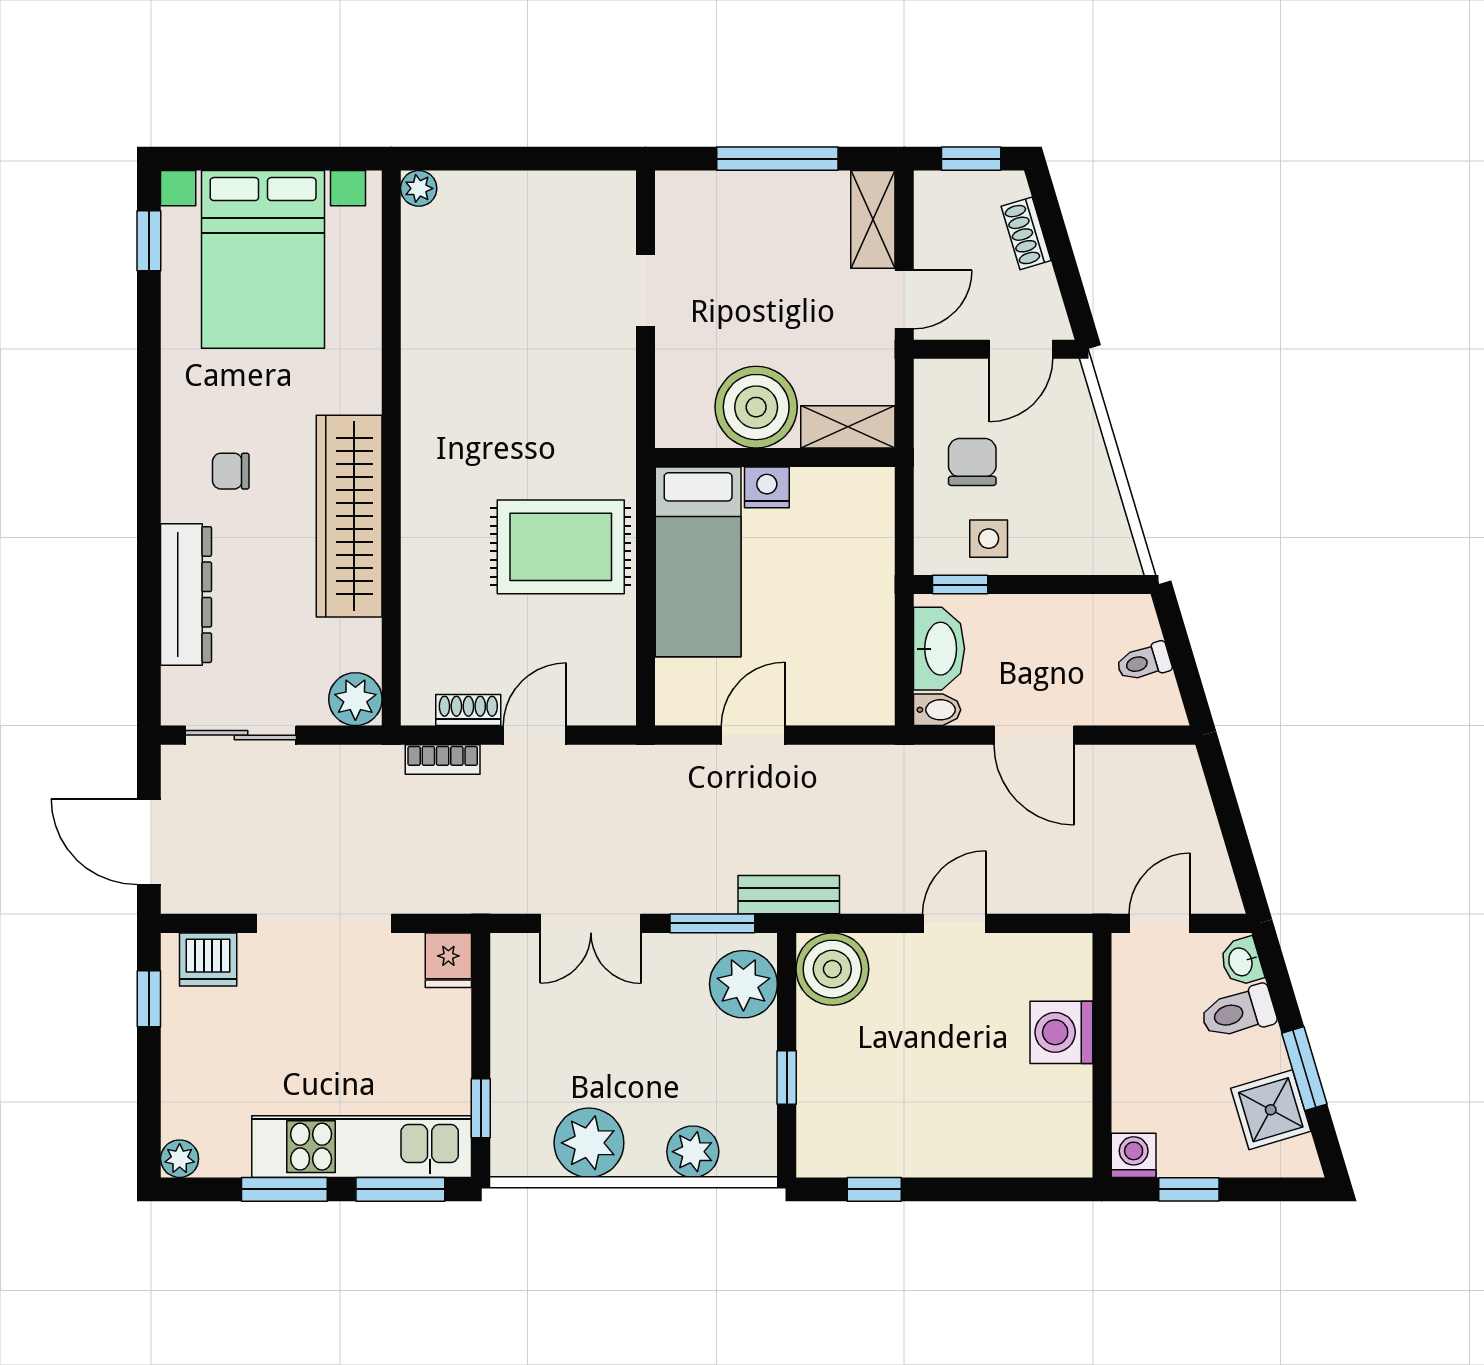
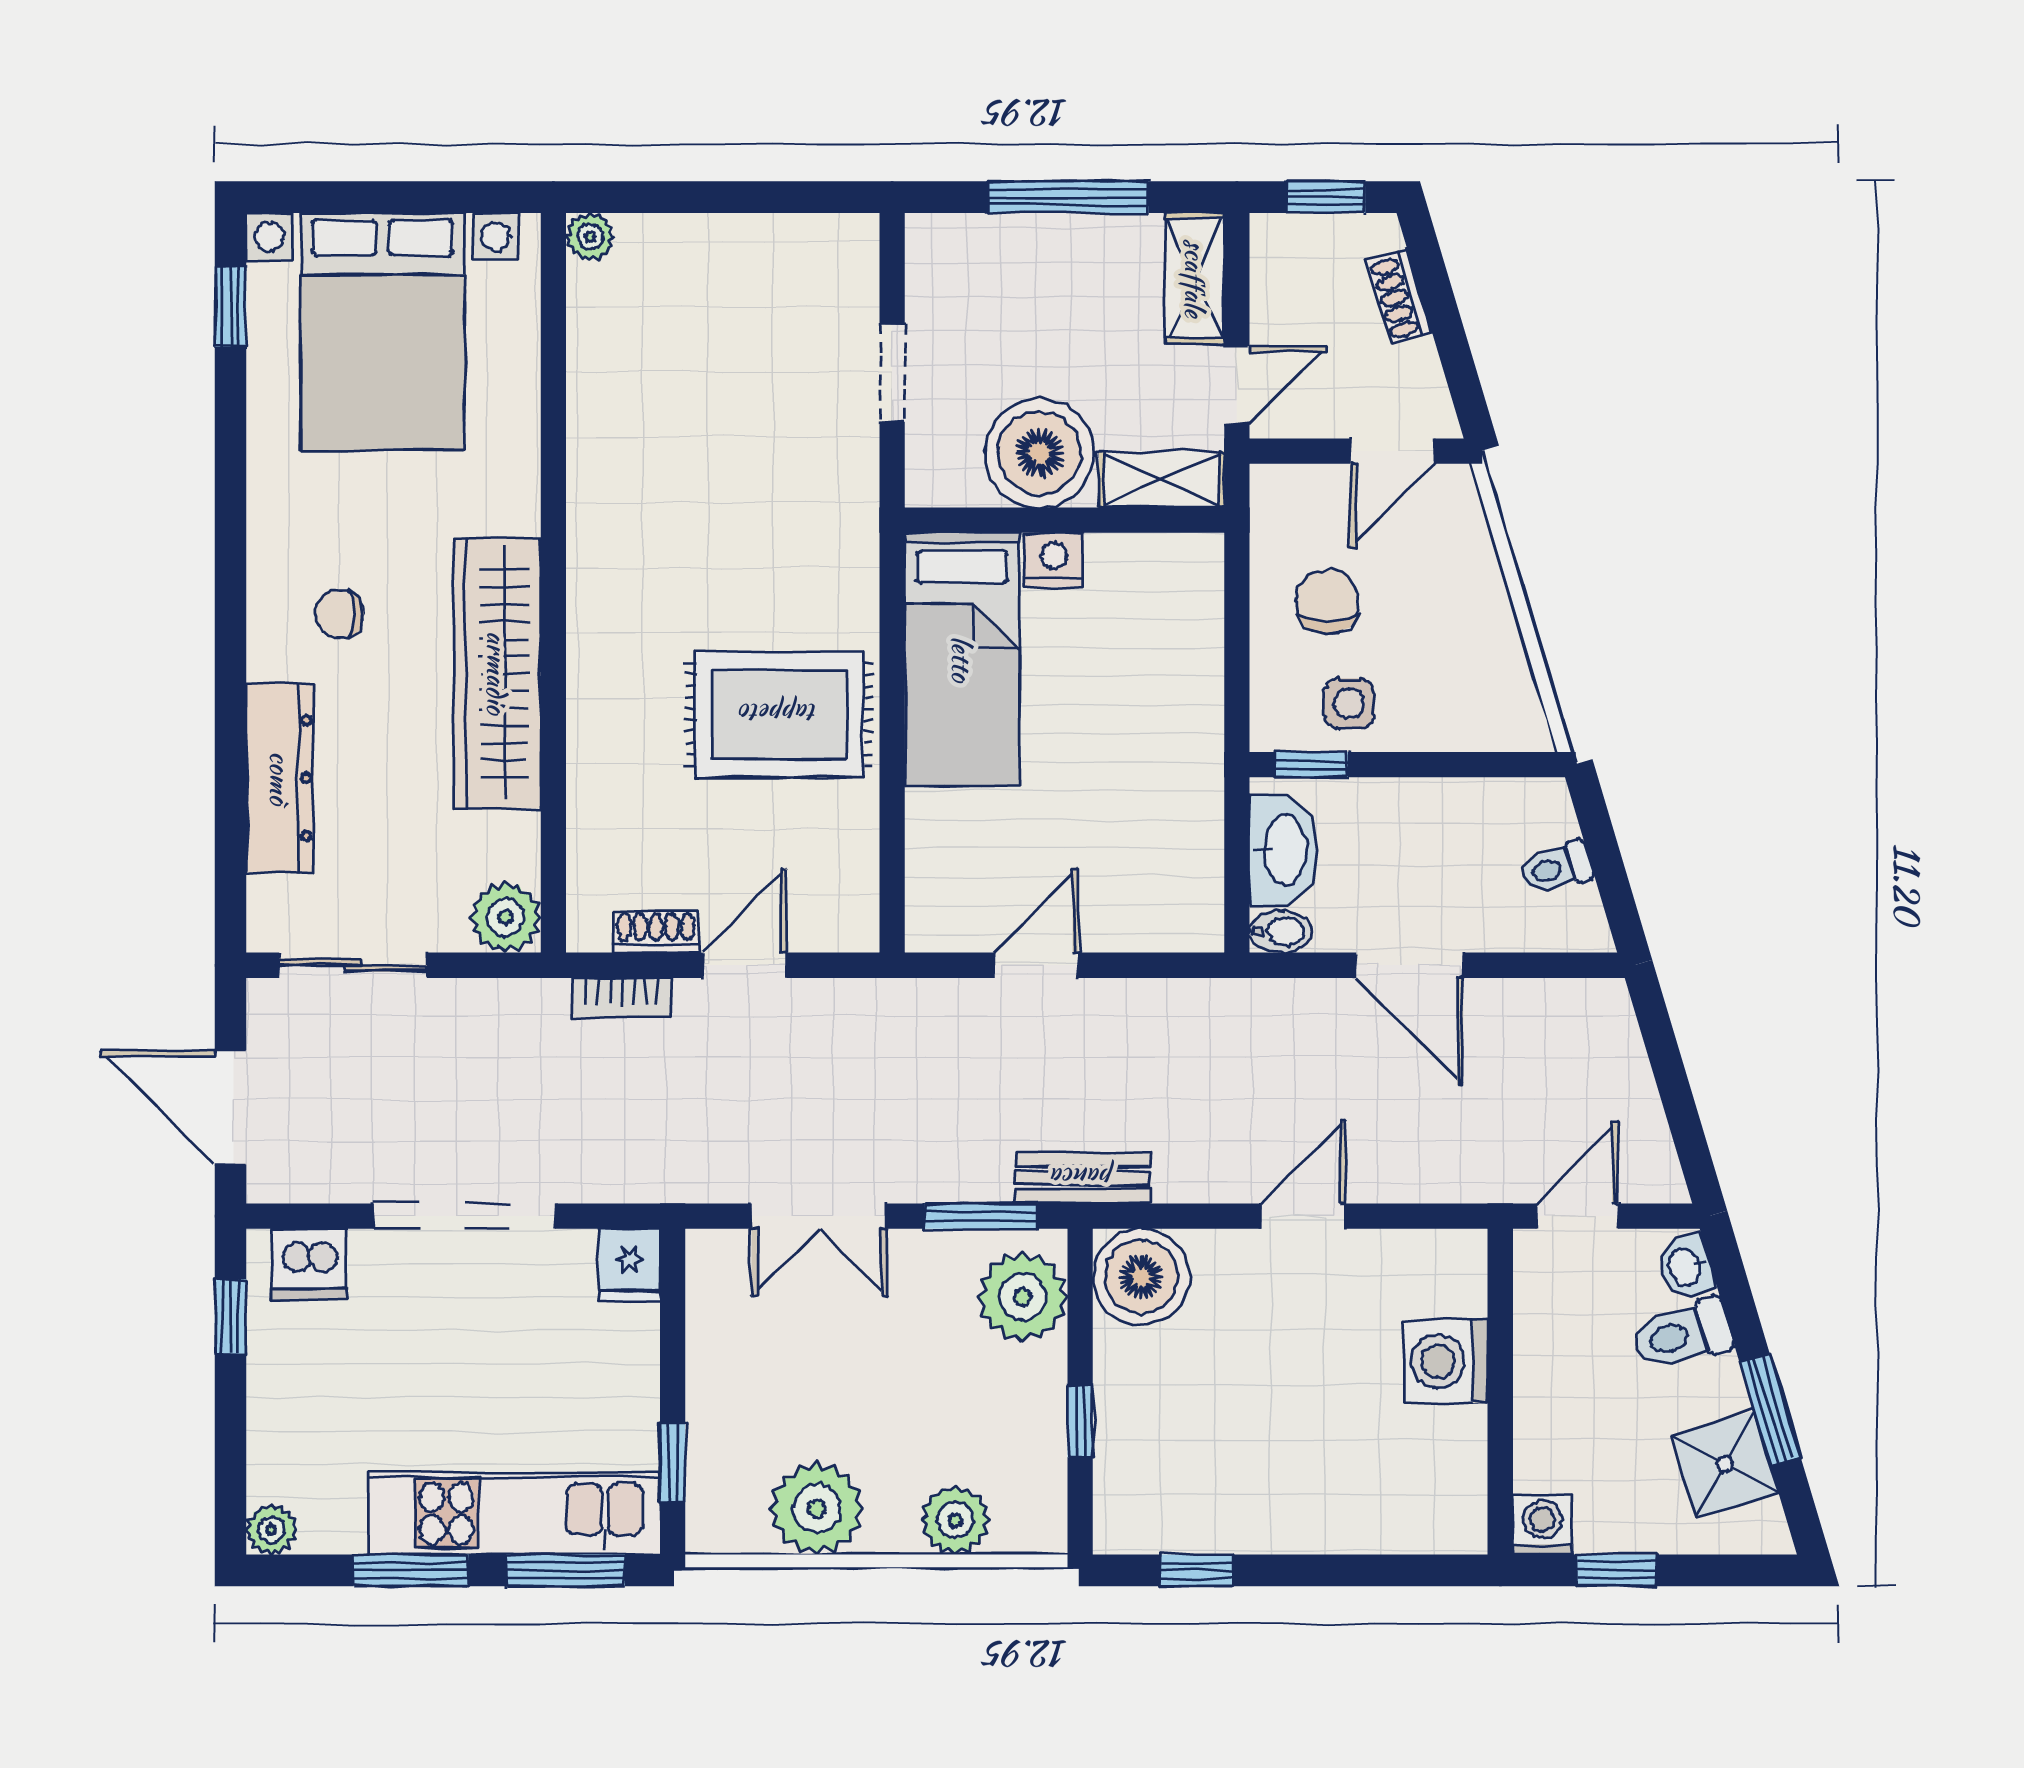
boiler: (756, 407) -> (1040, 453), moved
shelving: (848, 427) -> (1162, 479), moved
wall: (775, 457) -> (1064, 520), moved
nightstand: (767, 487) -> (1054, 560), moved
bed: (698, 562) -> (962, 659), moved

